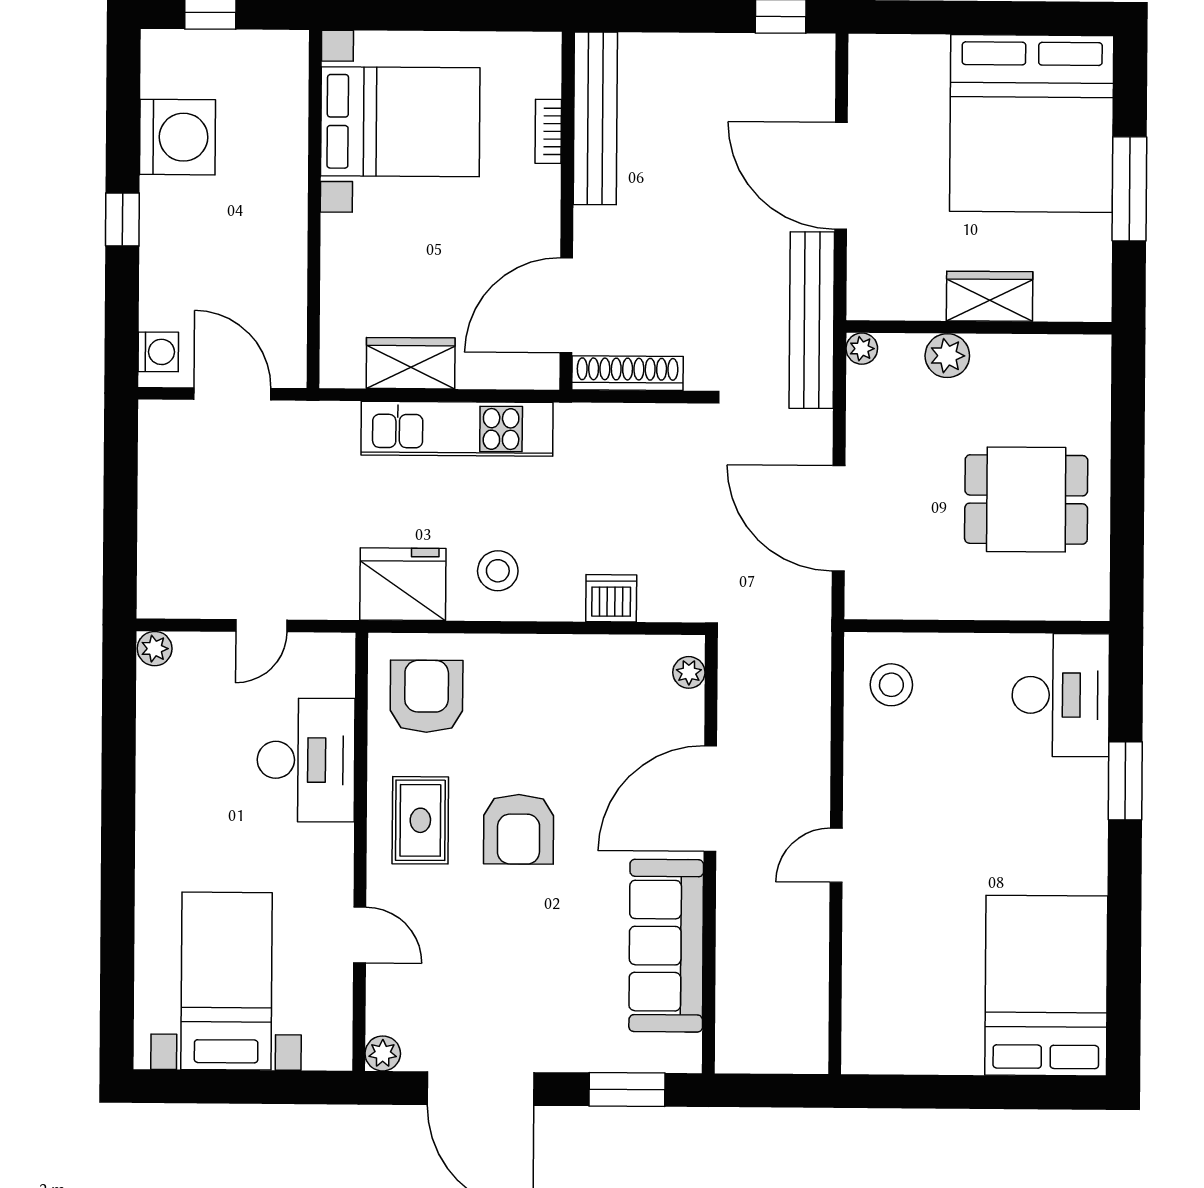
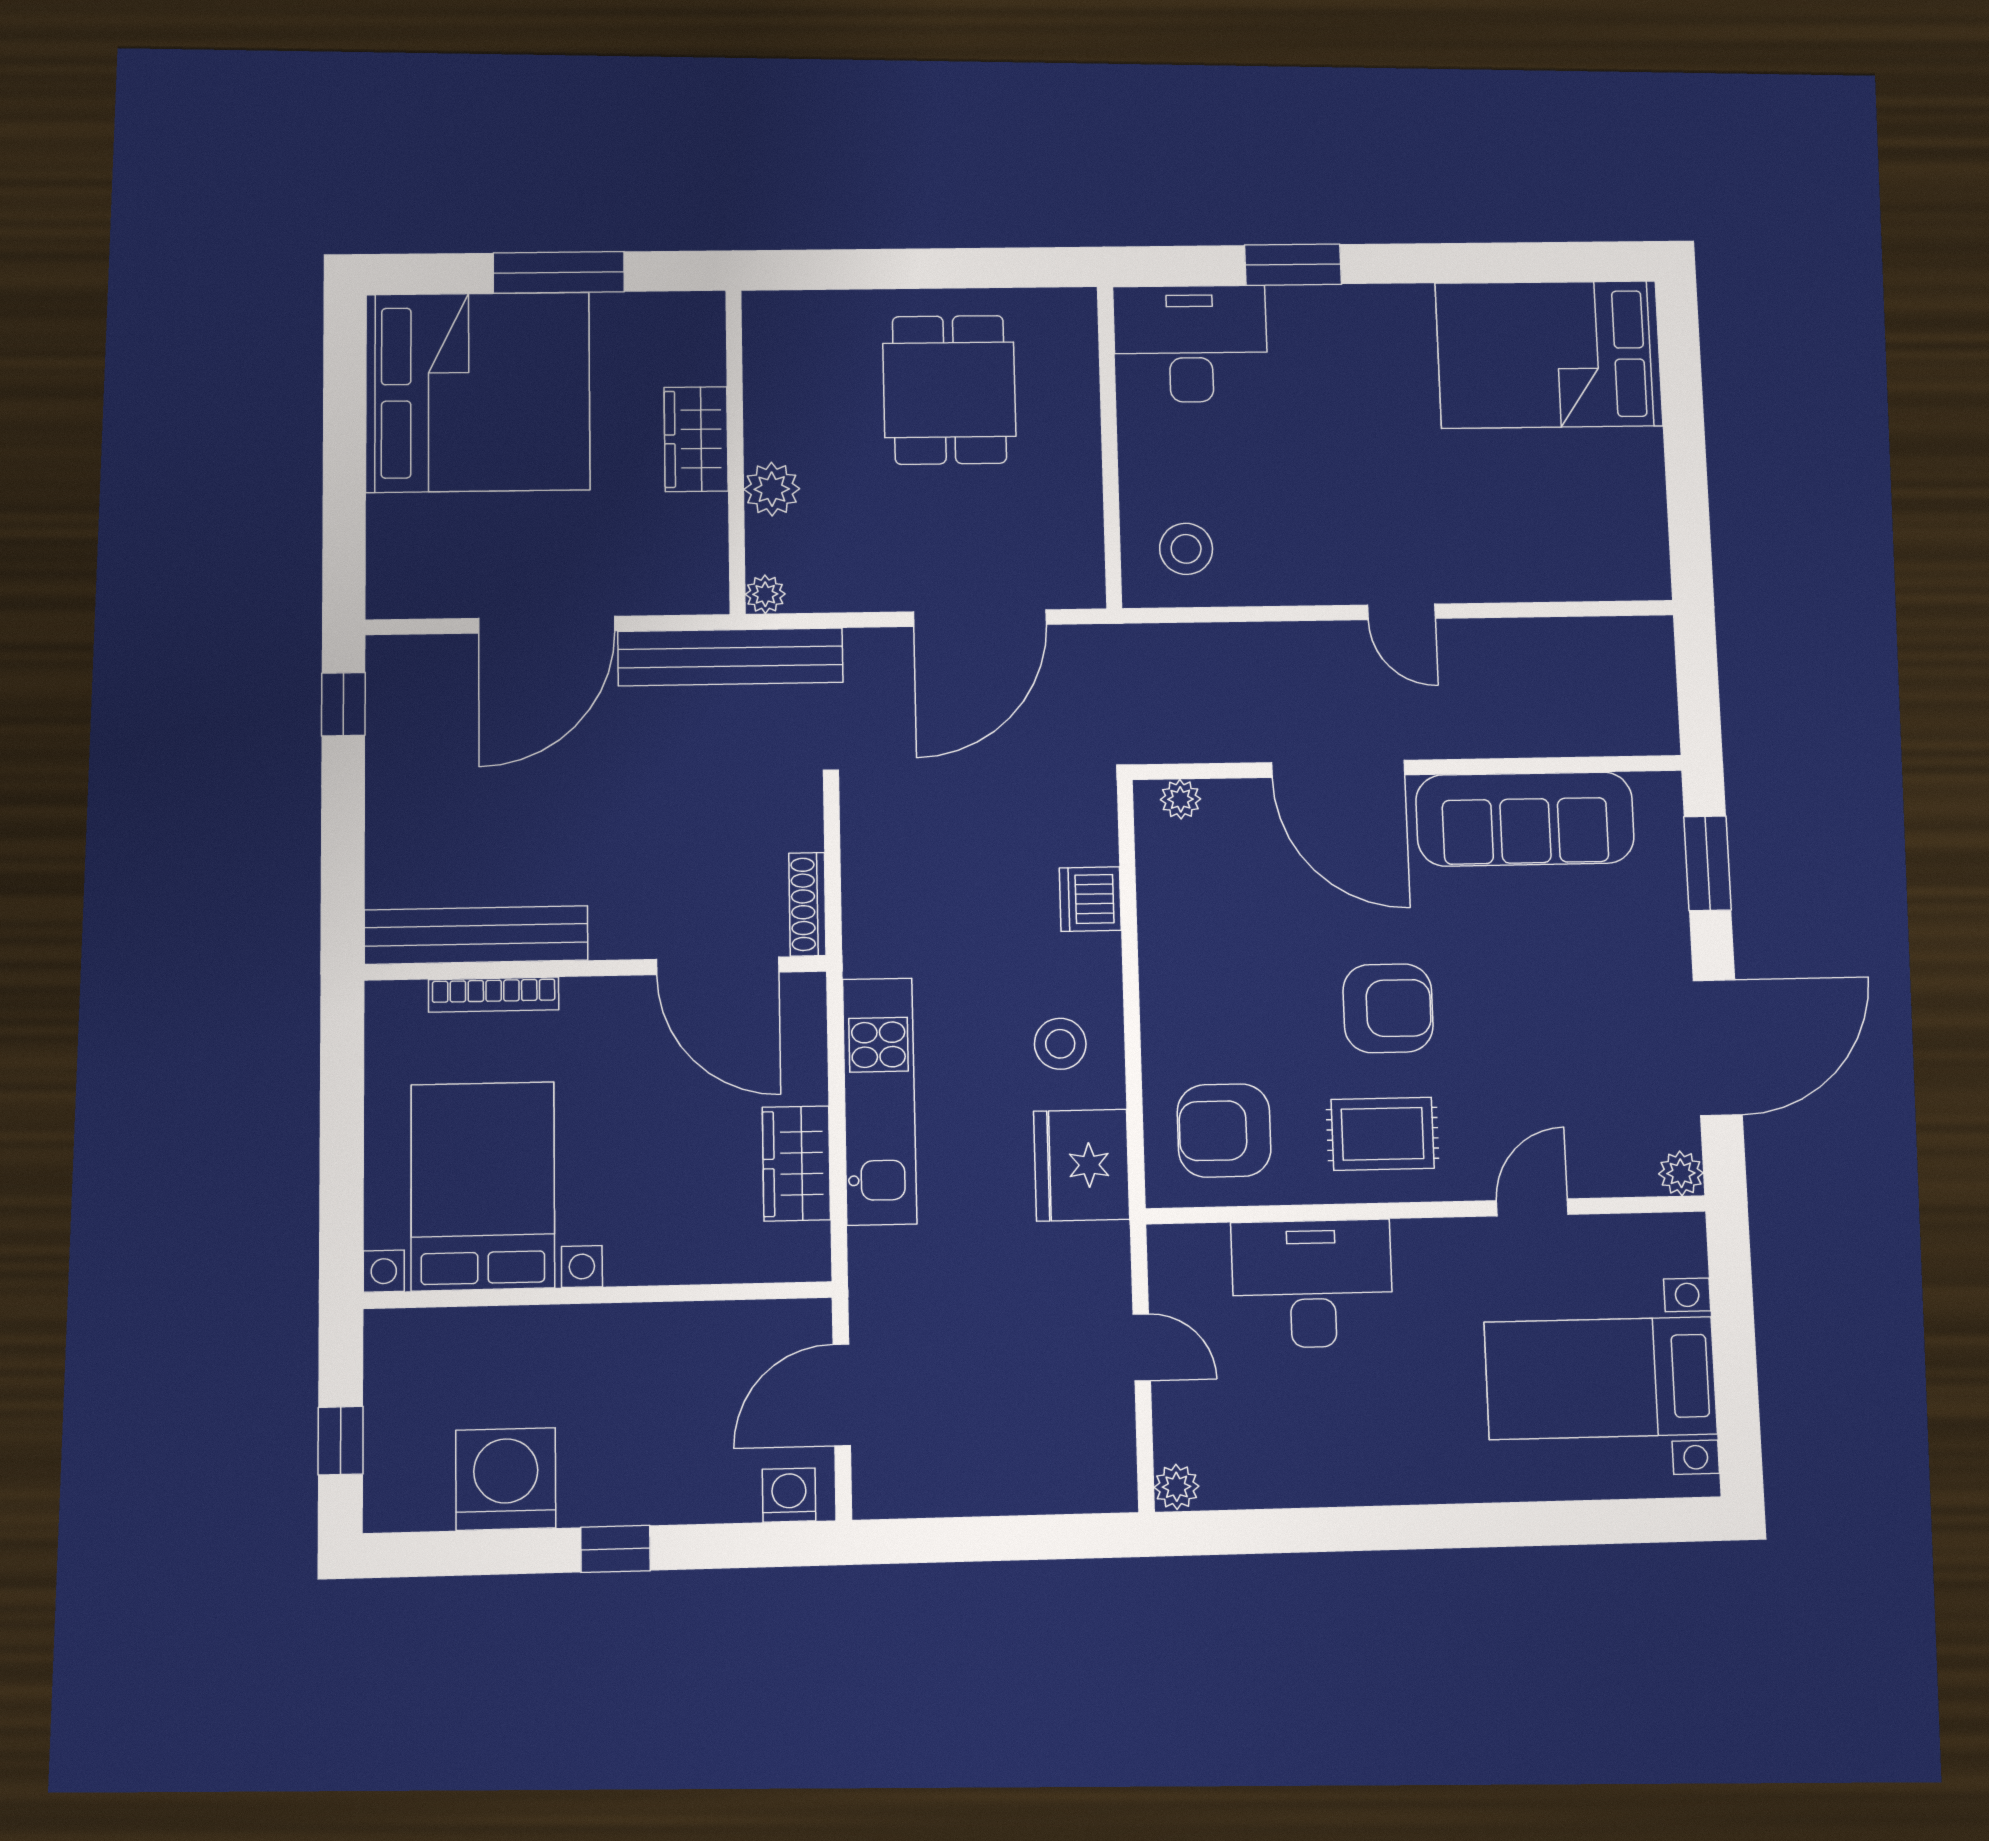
bookcase: (548, 131) -> (494, 995), width x1.56
shoe rack: (628, 373) -> (807, 904), width x0.74, depth x0.81

